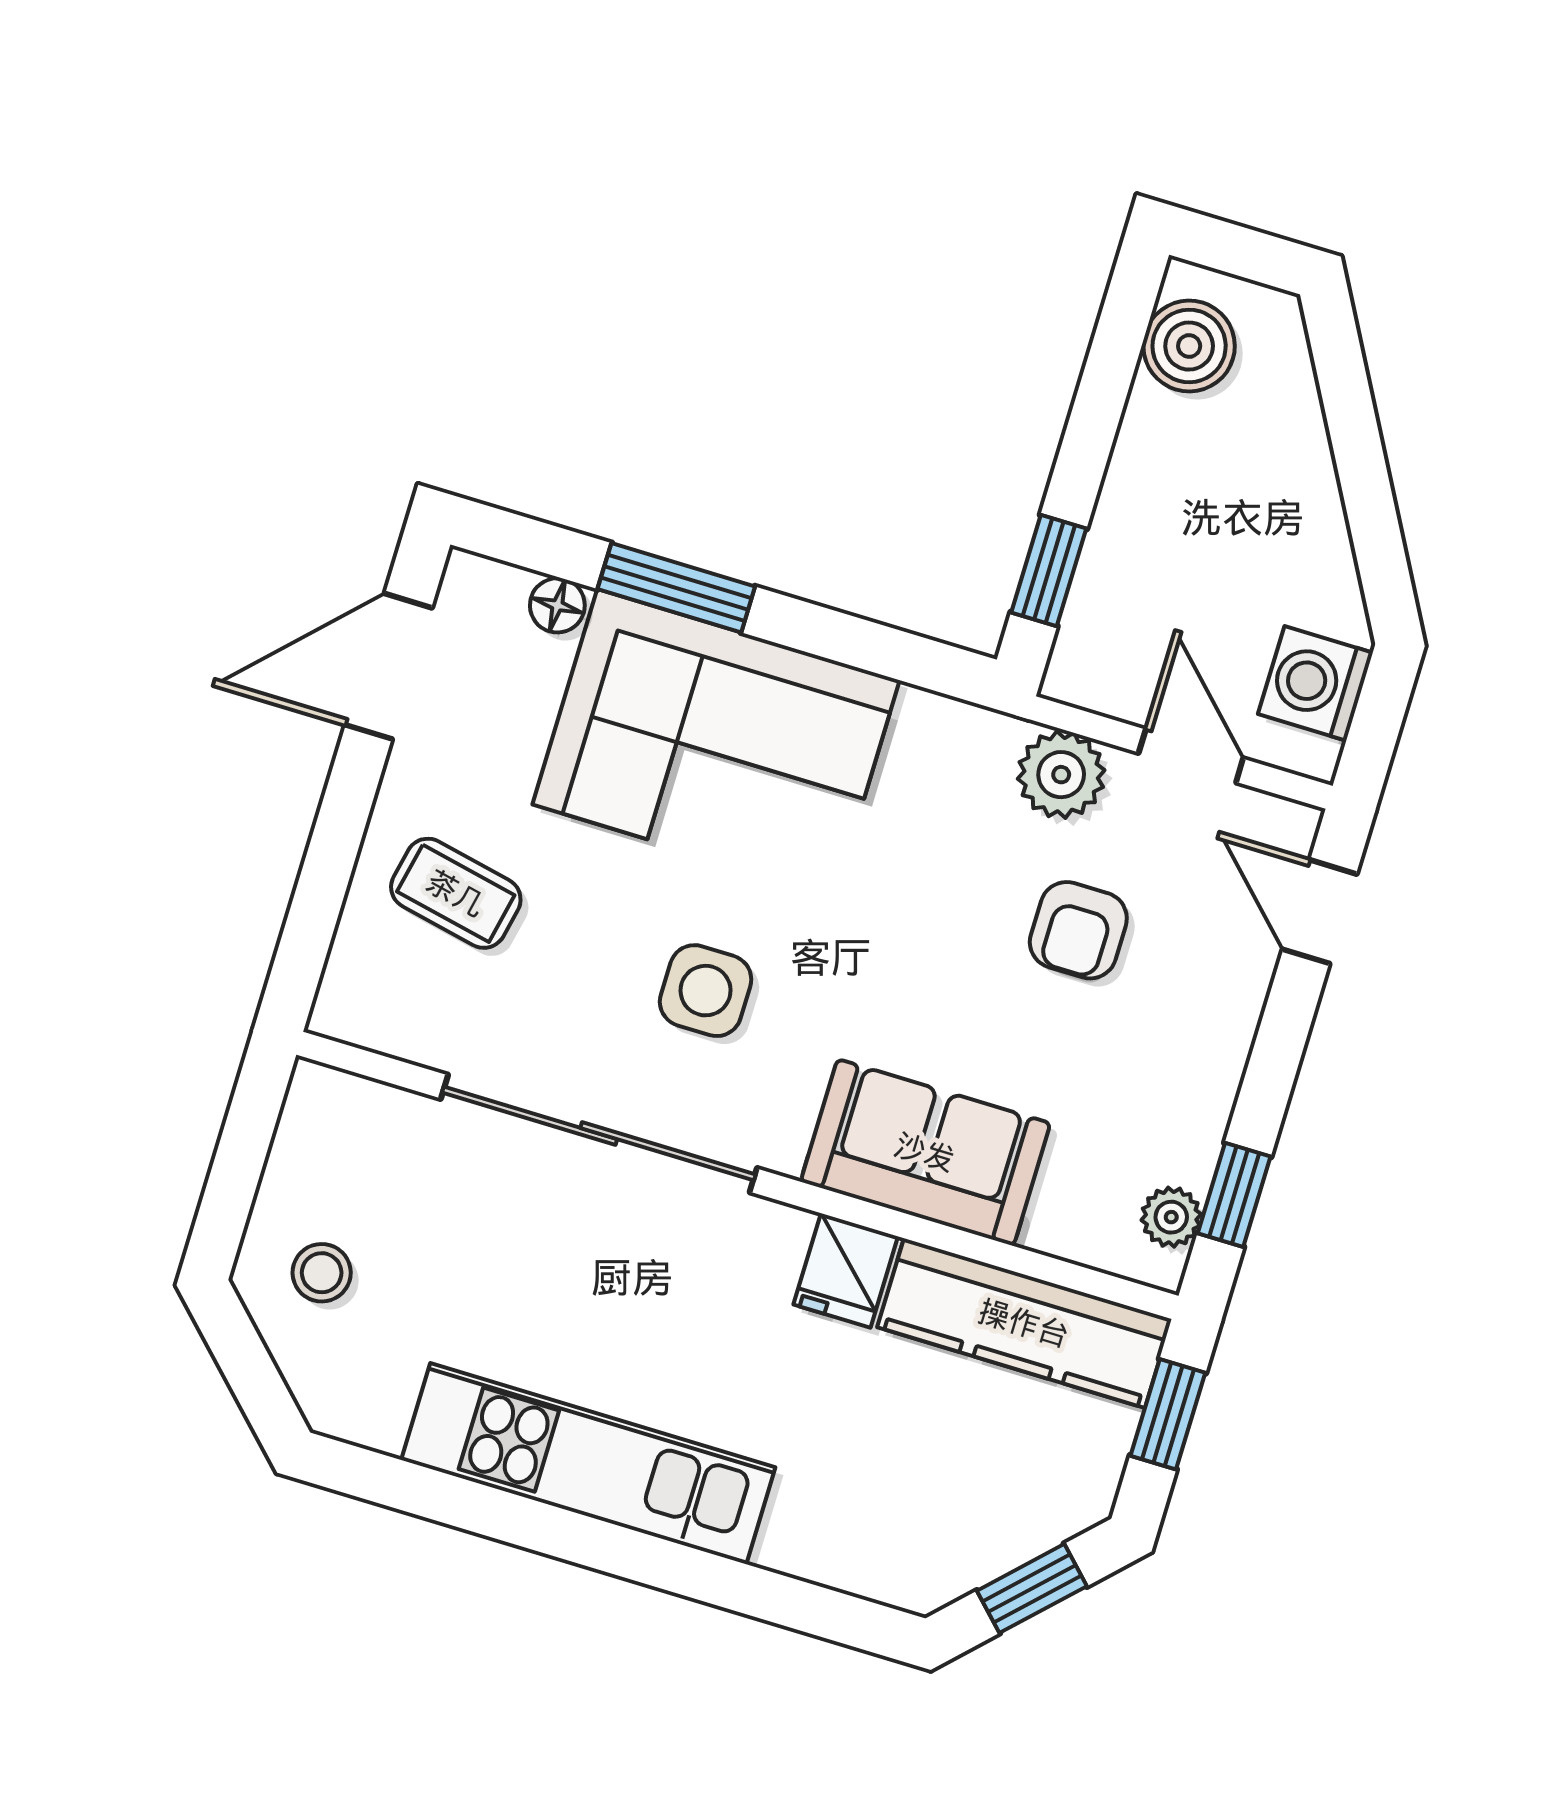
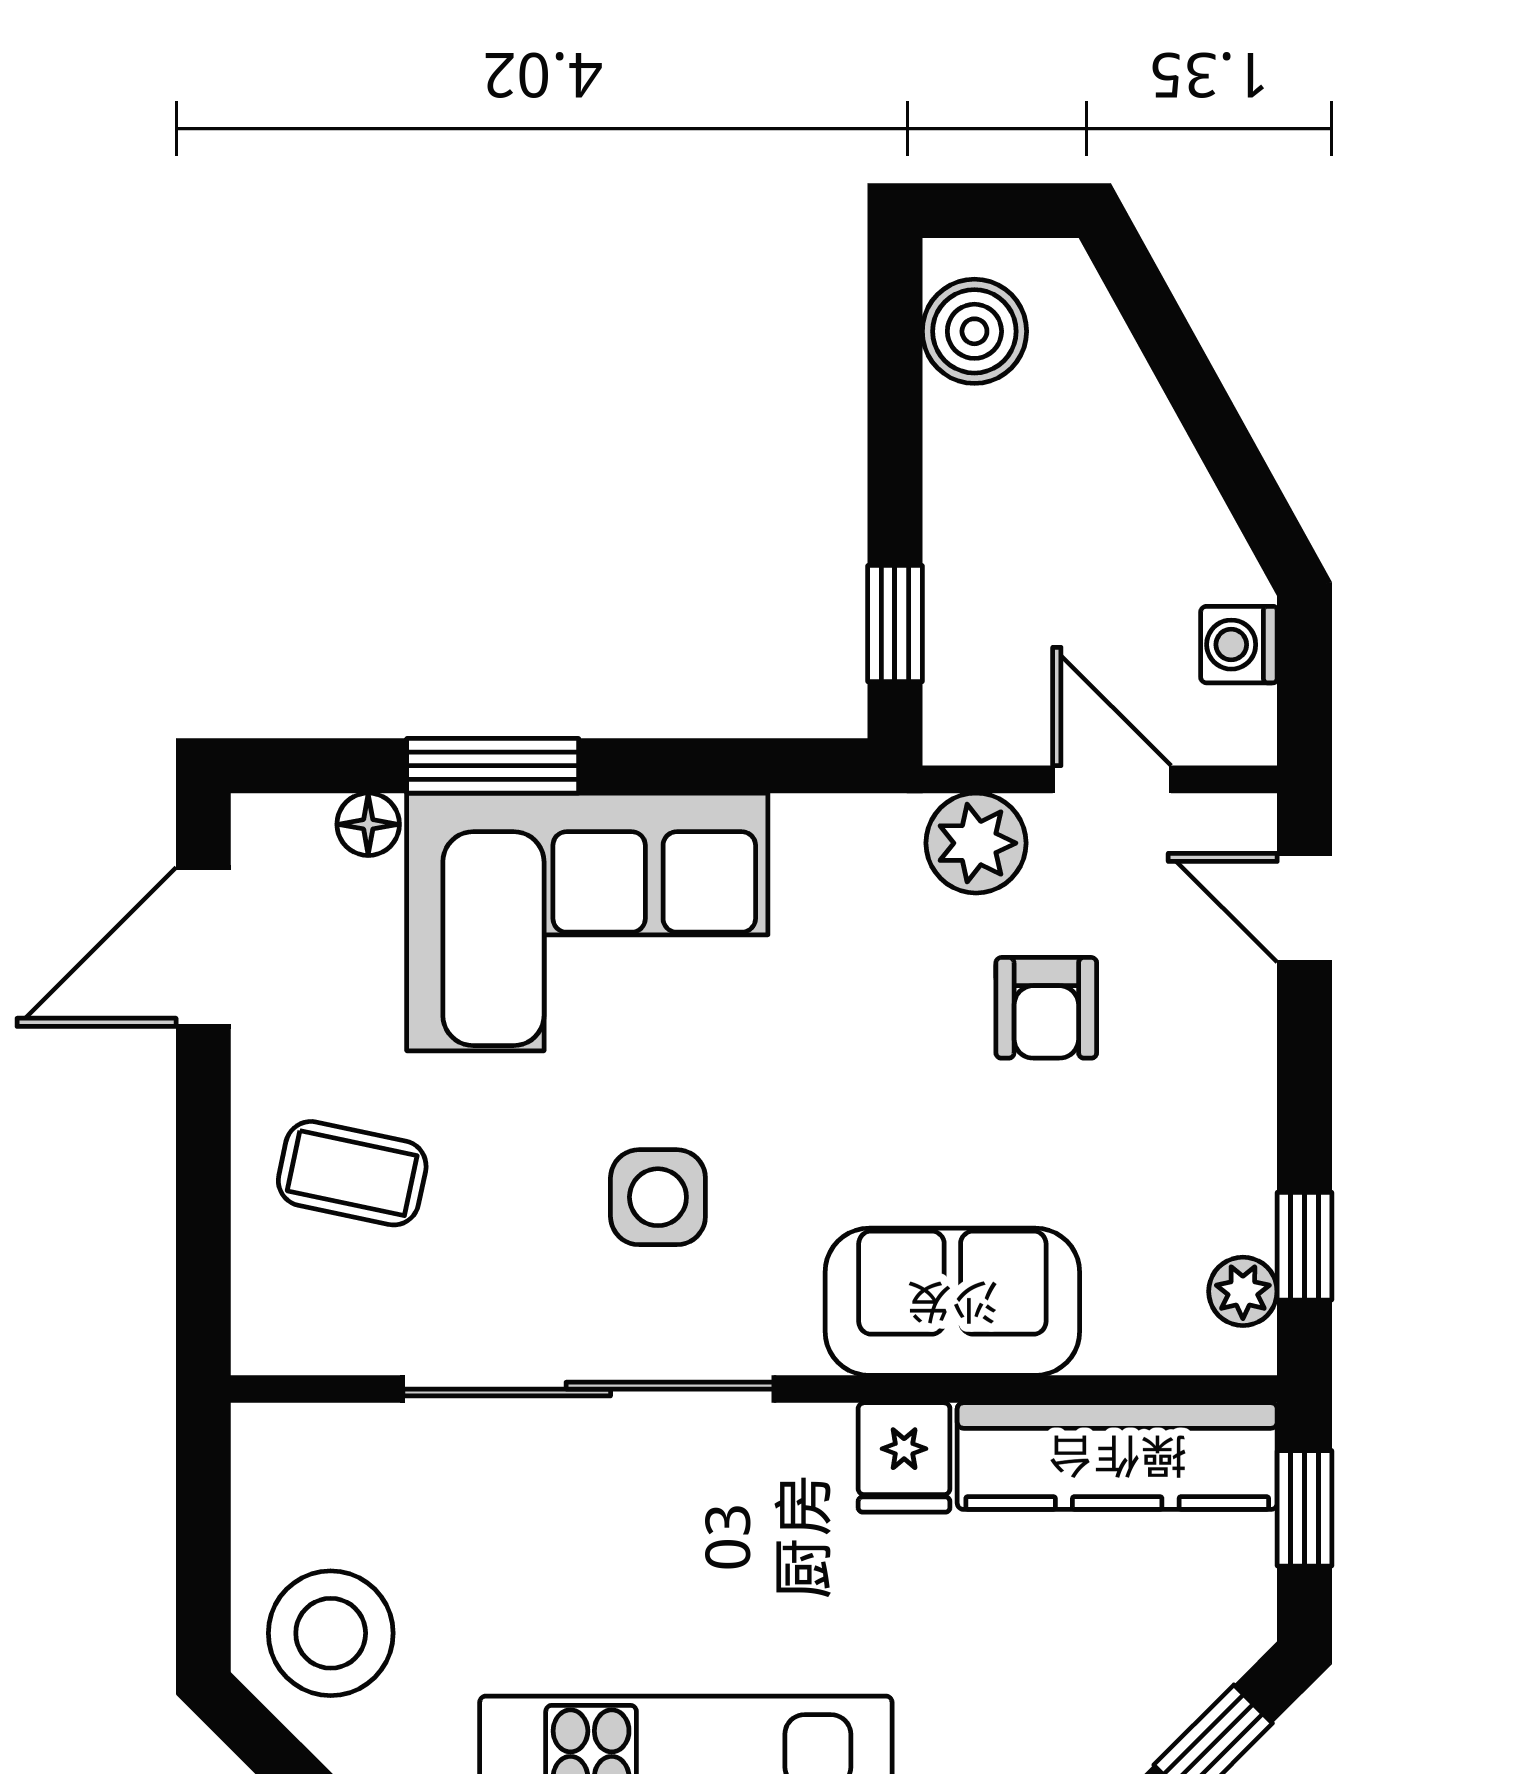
washing machine: (1315, 683) -> (1239, 645), width x0.73, depth x0.73
stool: (322, 1273) -> (331, 1633), width x1.89, depth x1.89

